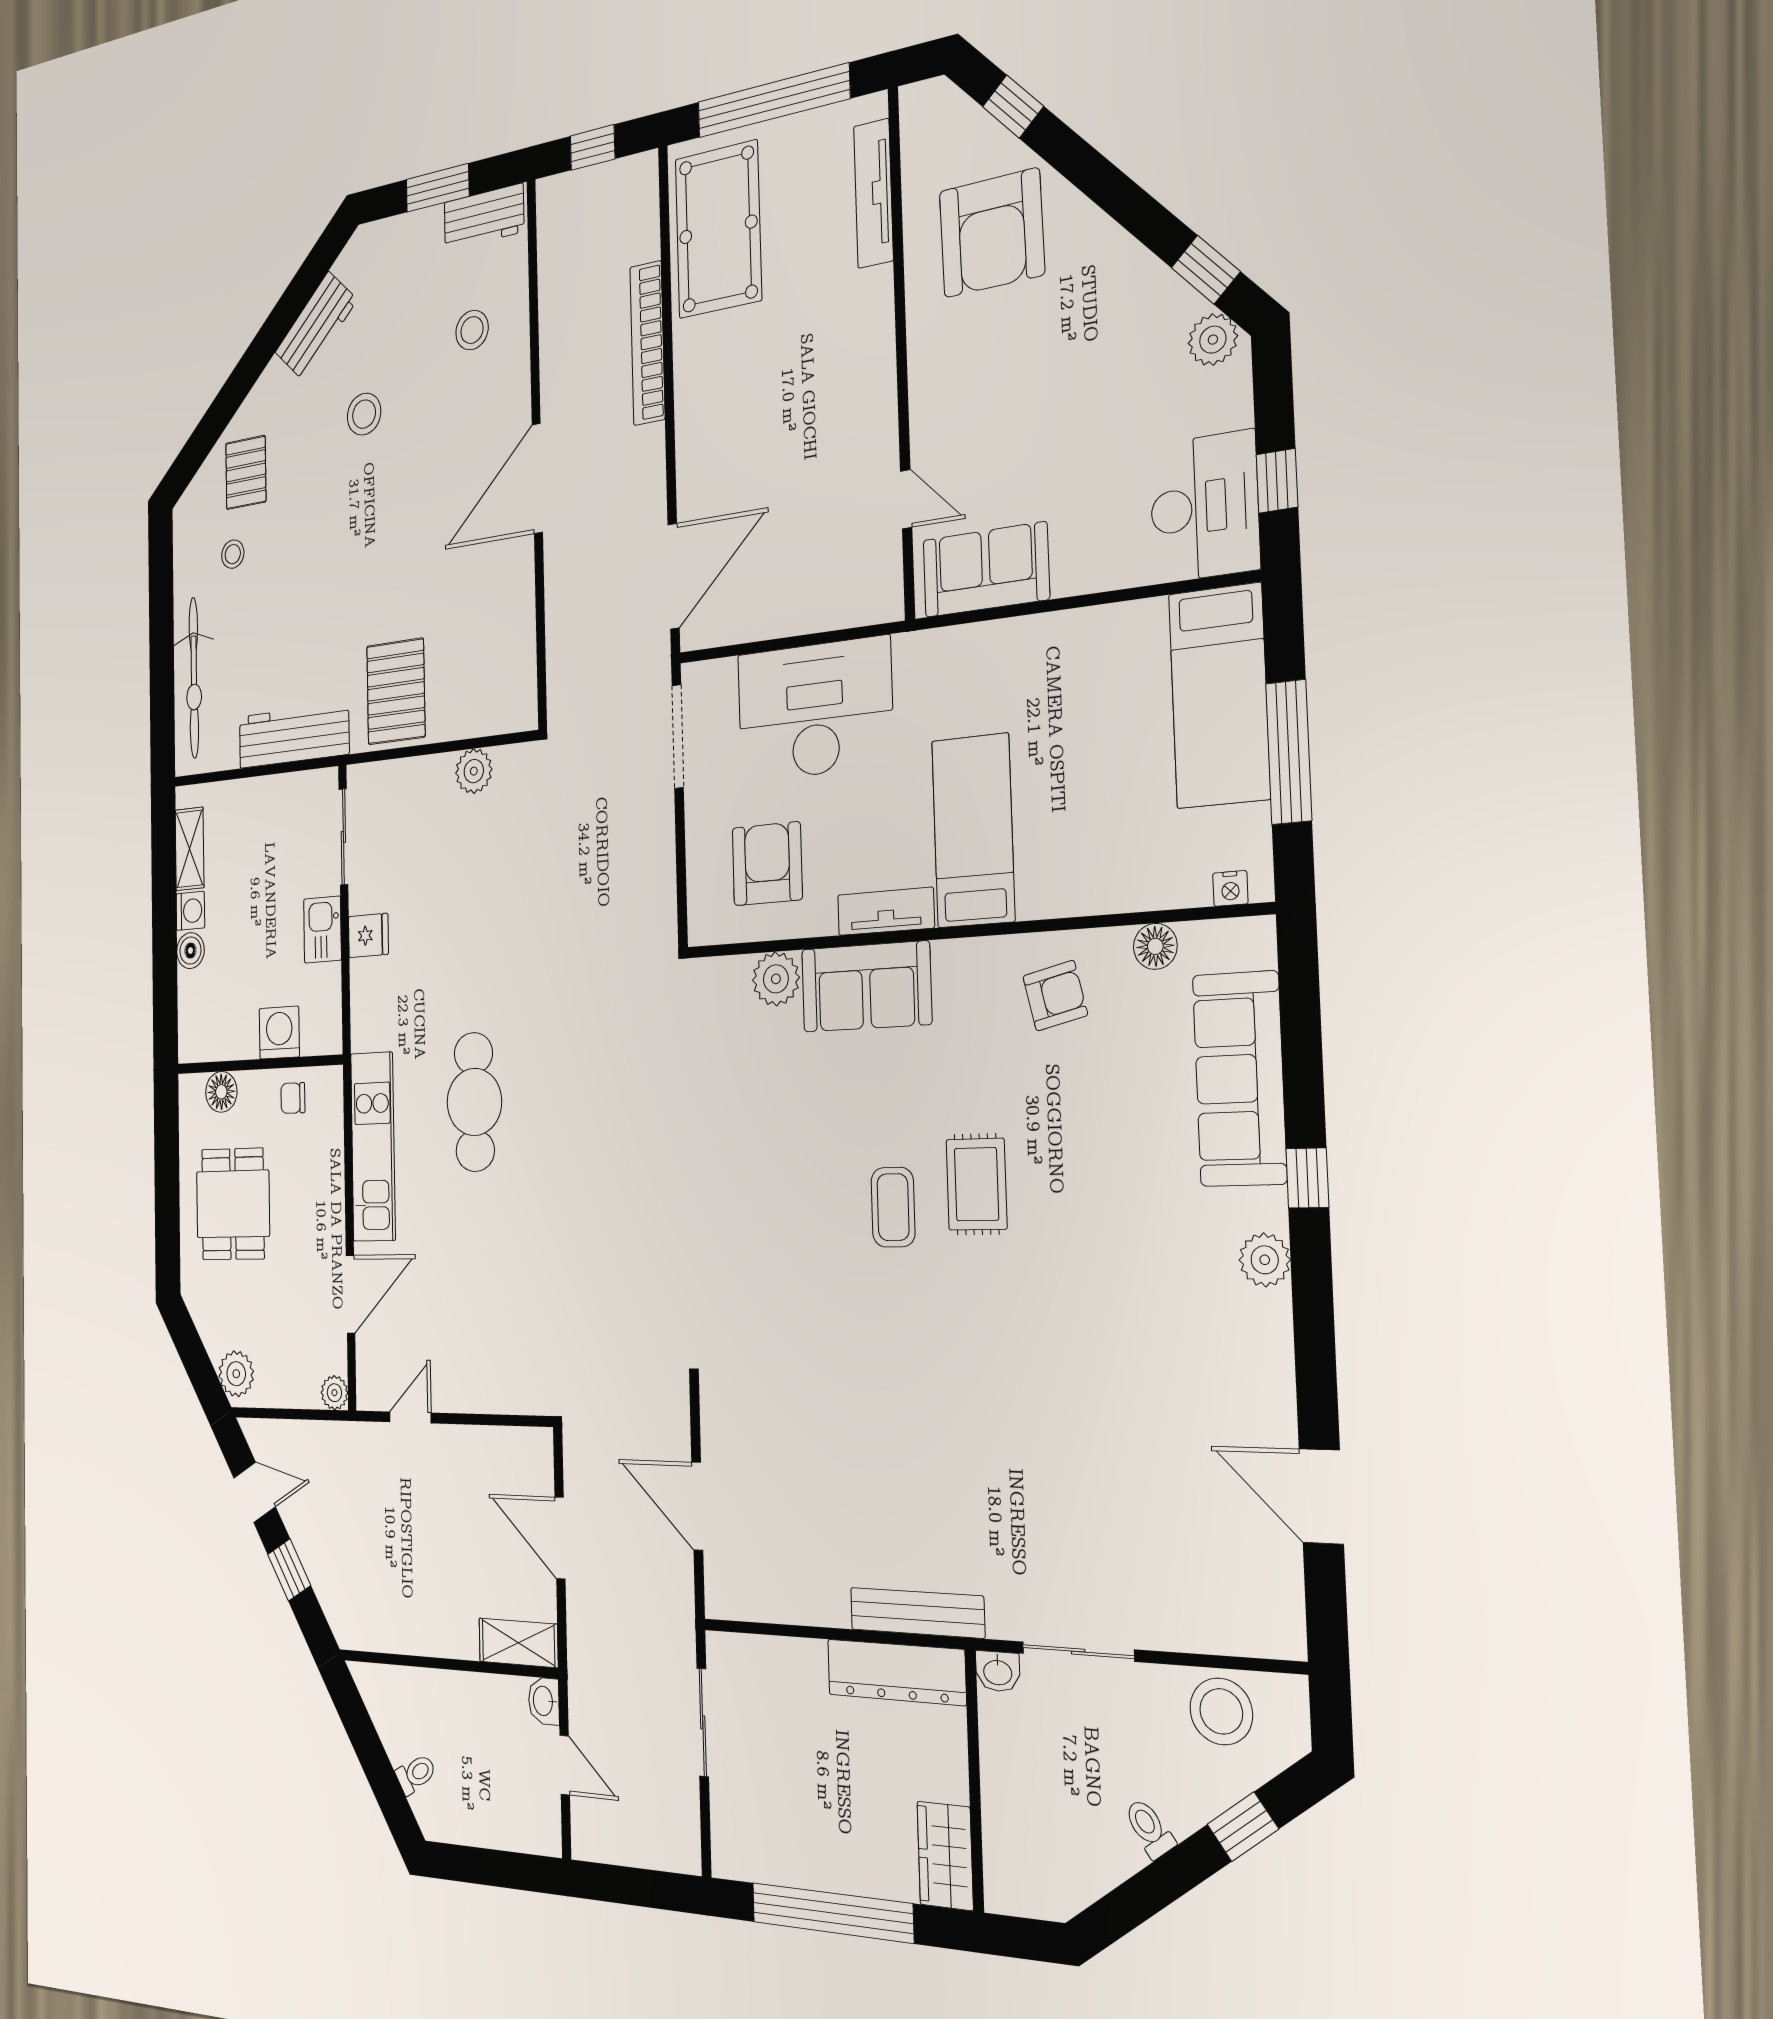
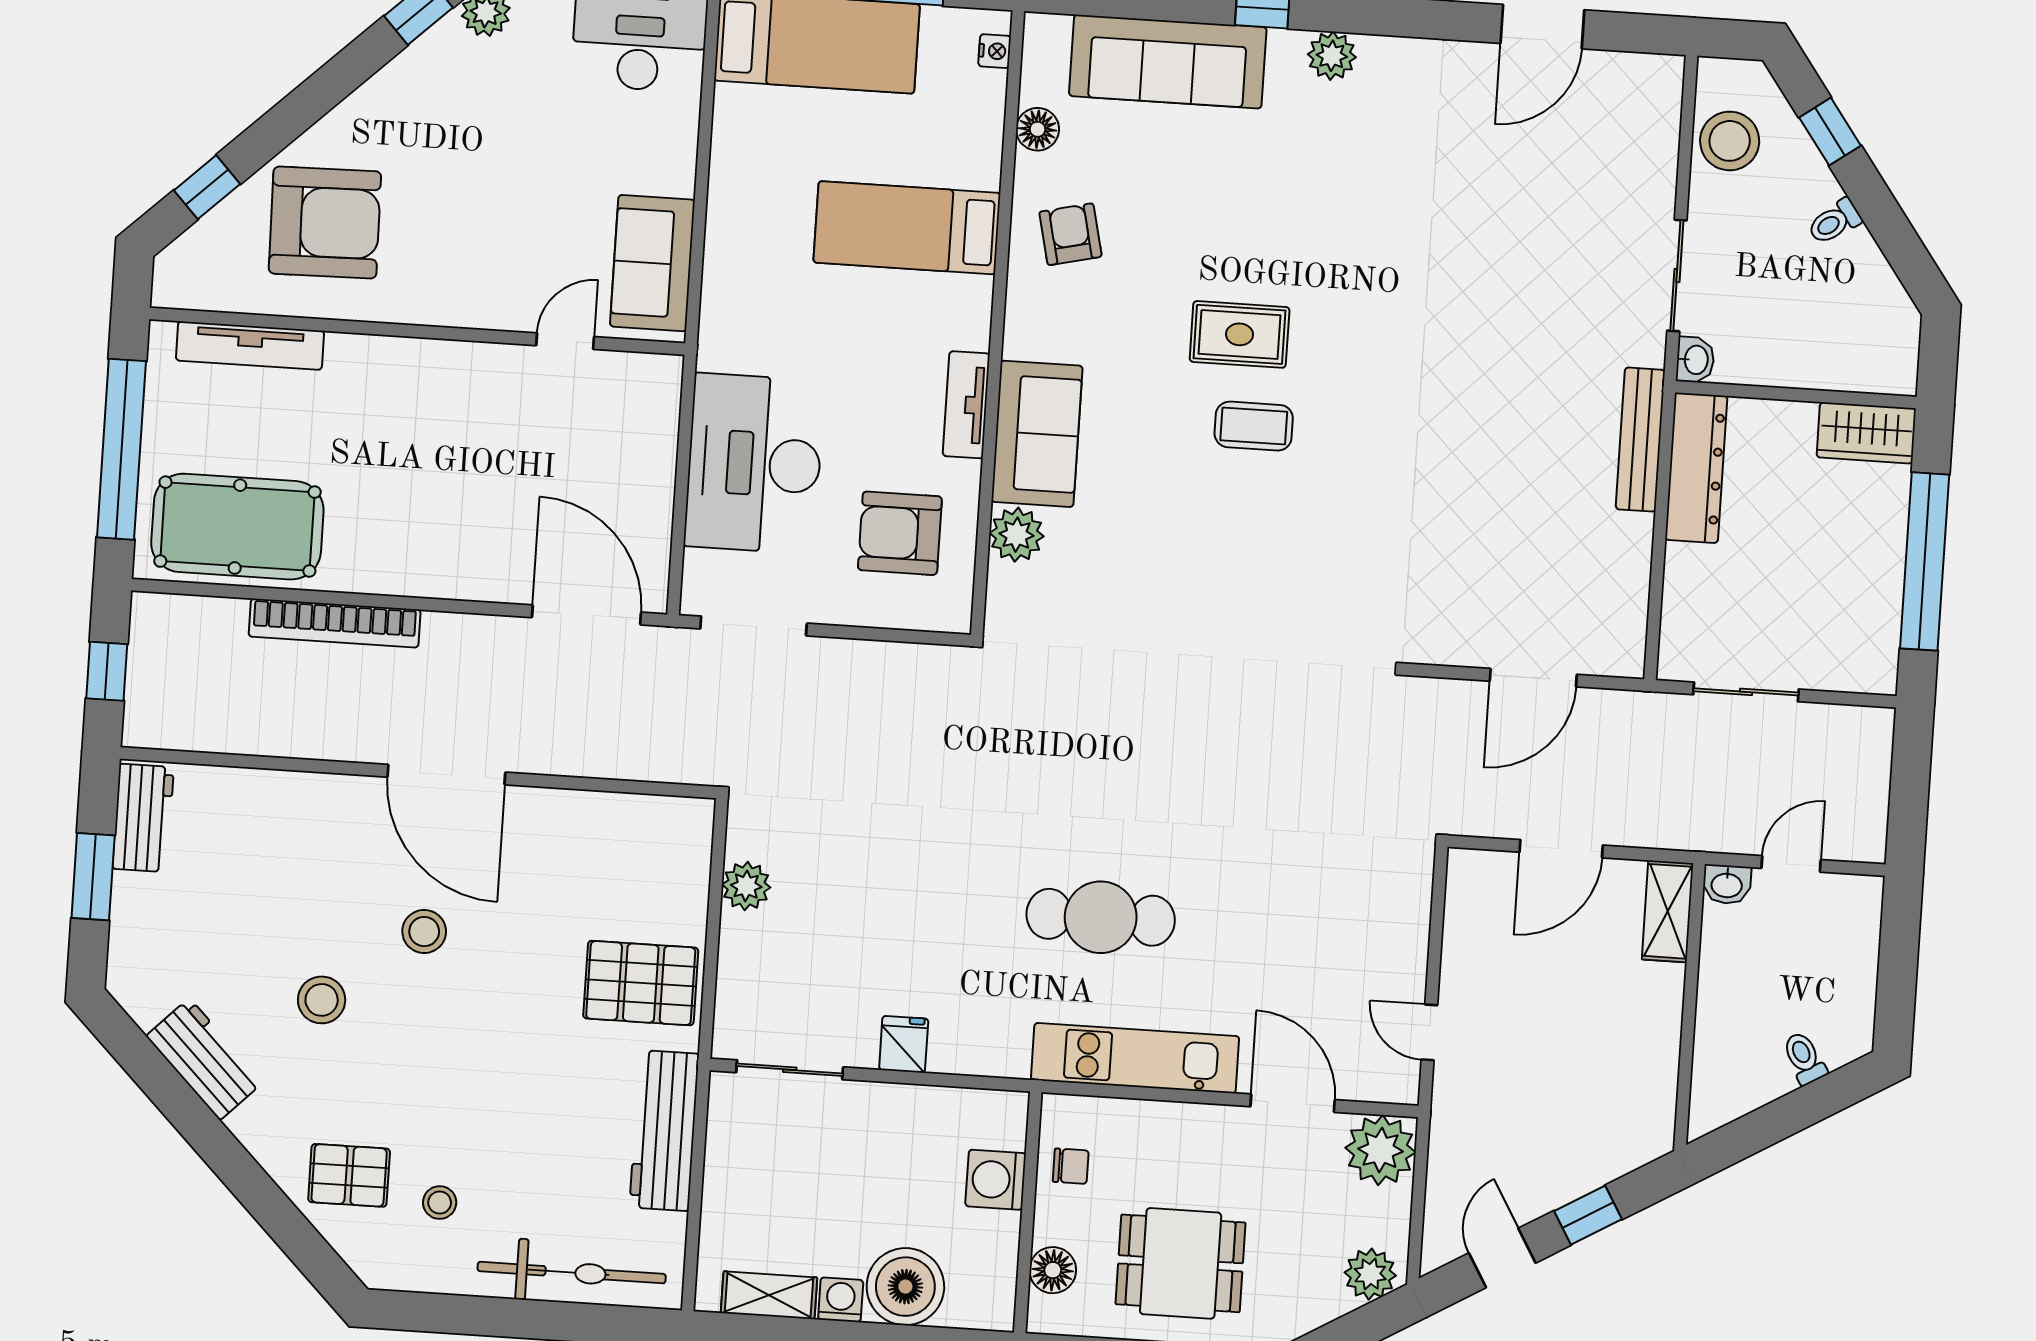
stool: (472, 330) -> (424, 932), moved
bed: (973, 831) -> (907, 228), moved
kitchen sink: (322, 930) -> (889, 1108), removed
boiler: (190, 951) -> (905, 1287), width x1.86, depth x1.86
chair: (293, 1098) -> (1071, 1166), turned -90
plant: (334, 1393) -> (1381, 1150), width x1.87, depth x1.87

